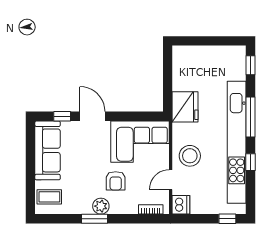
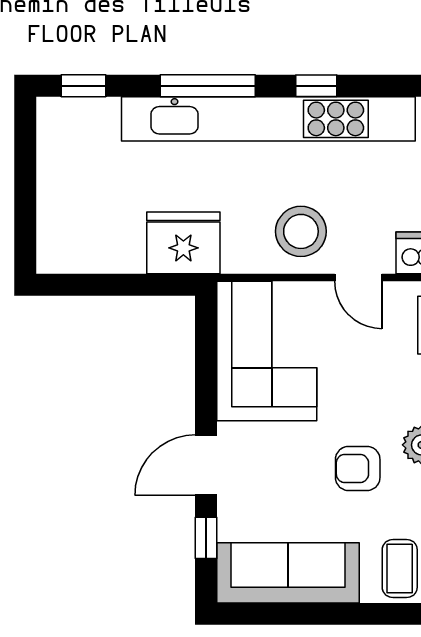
armchair: (116, 181) -> (358, 468), moved, turned 180

